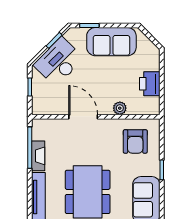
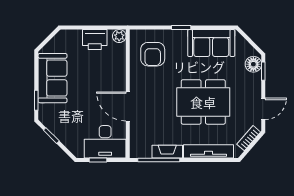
desk: (59, 62) -> (105, 142), moved, turned -45
plant: (120, 108) -> (119, 36), moved
door: (83, 117) -> (128, 106), hinge flipped
armchair: (135, 141) -> (153, 54), turned 90

